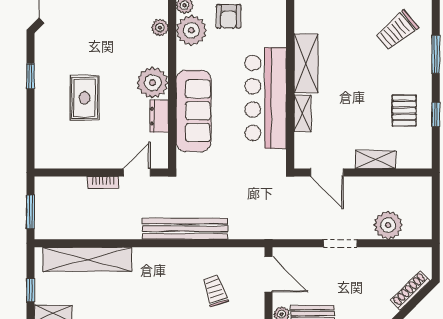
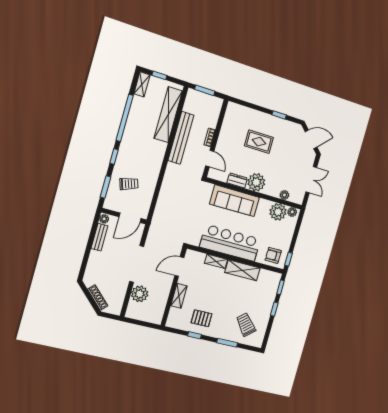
armchair: (229, 16) -> (273, 255), moved
bench: (185, 229) -> (181, 138), moved
doorway: (340, 243) -> (137, 264), width x1.88

